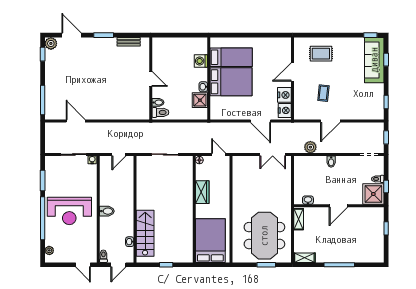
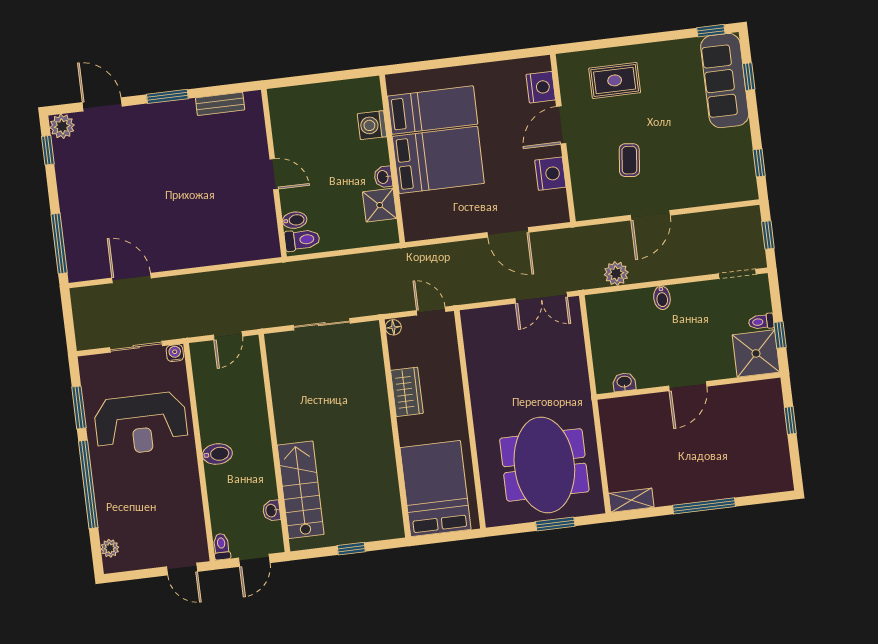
nightstand: (285, 110) -> (541, 87), moved
reception desk: (69, 211) -> (141, 424), moved
shelving: (299, 219) -> (610, 423), removed

